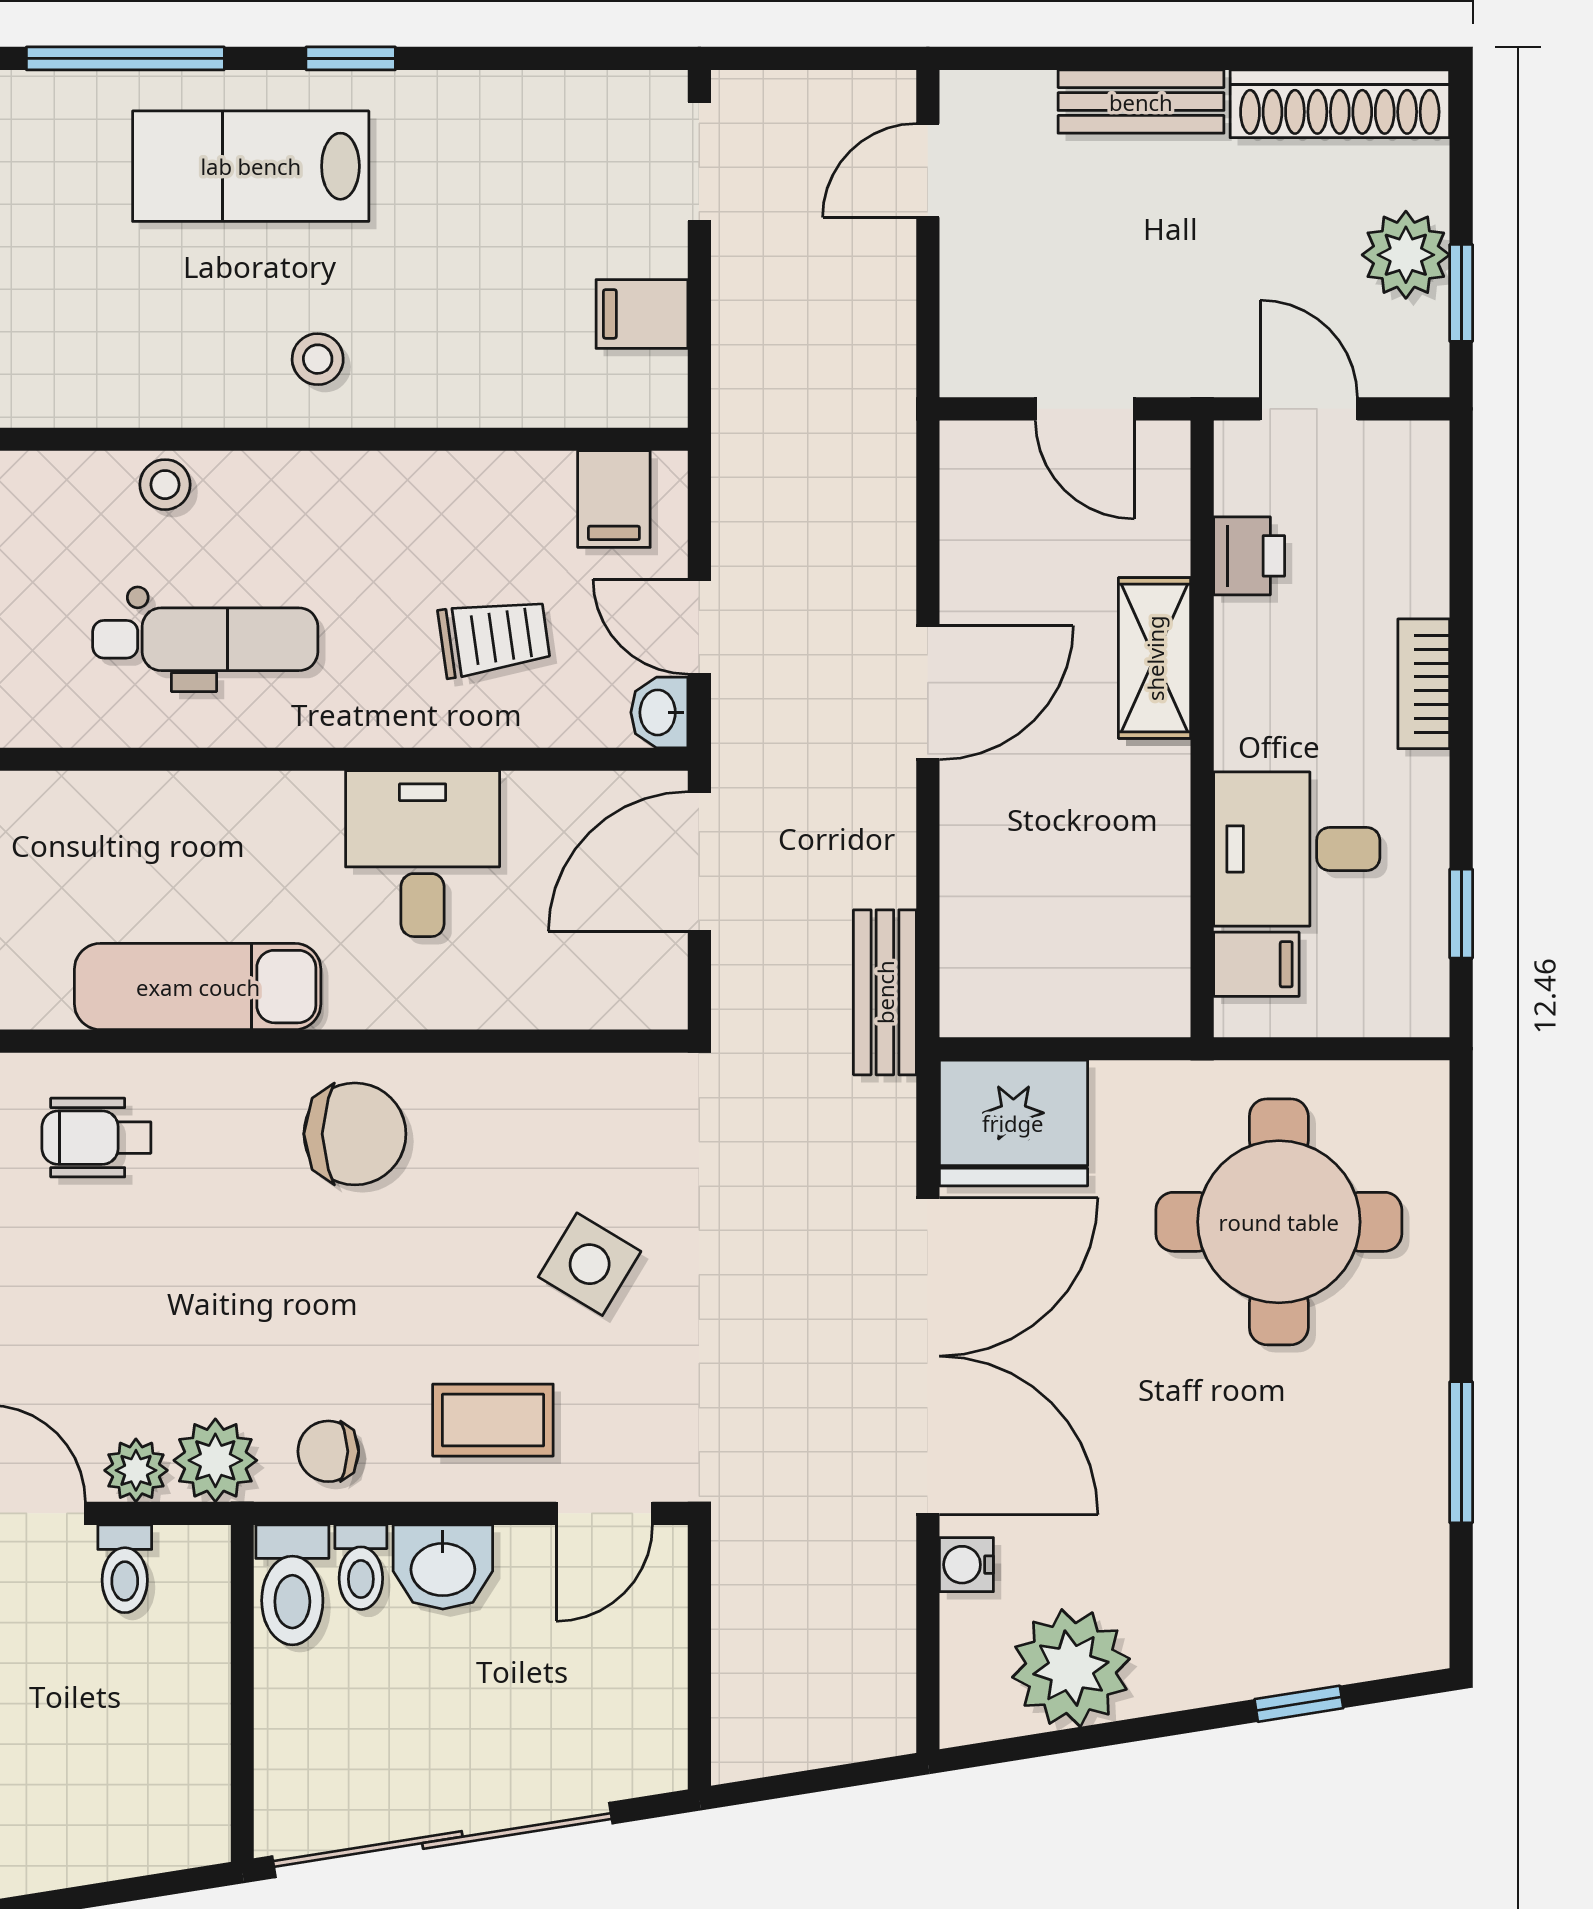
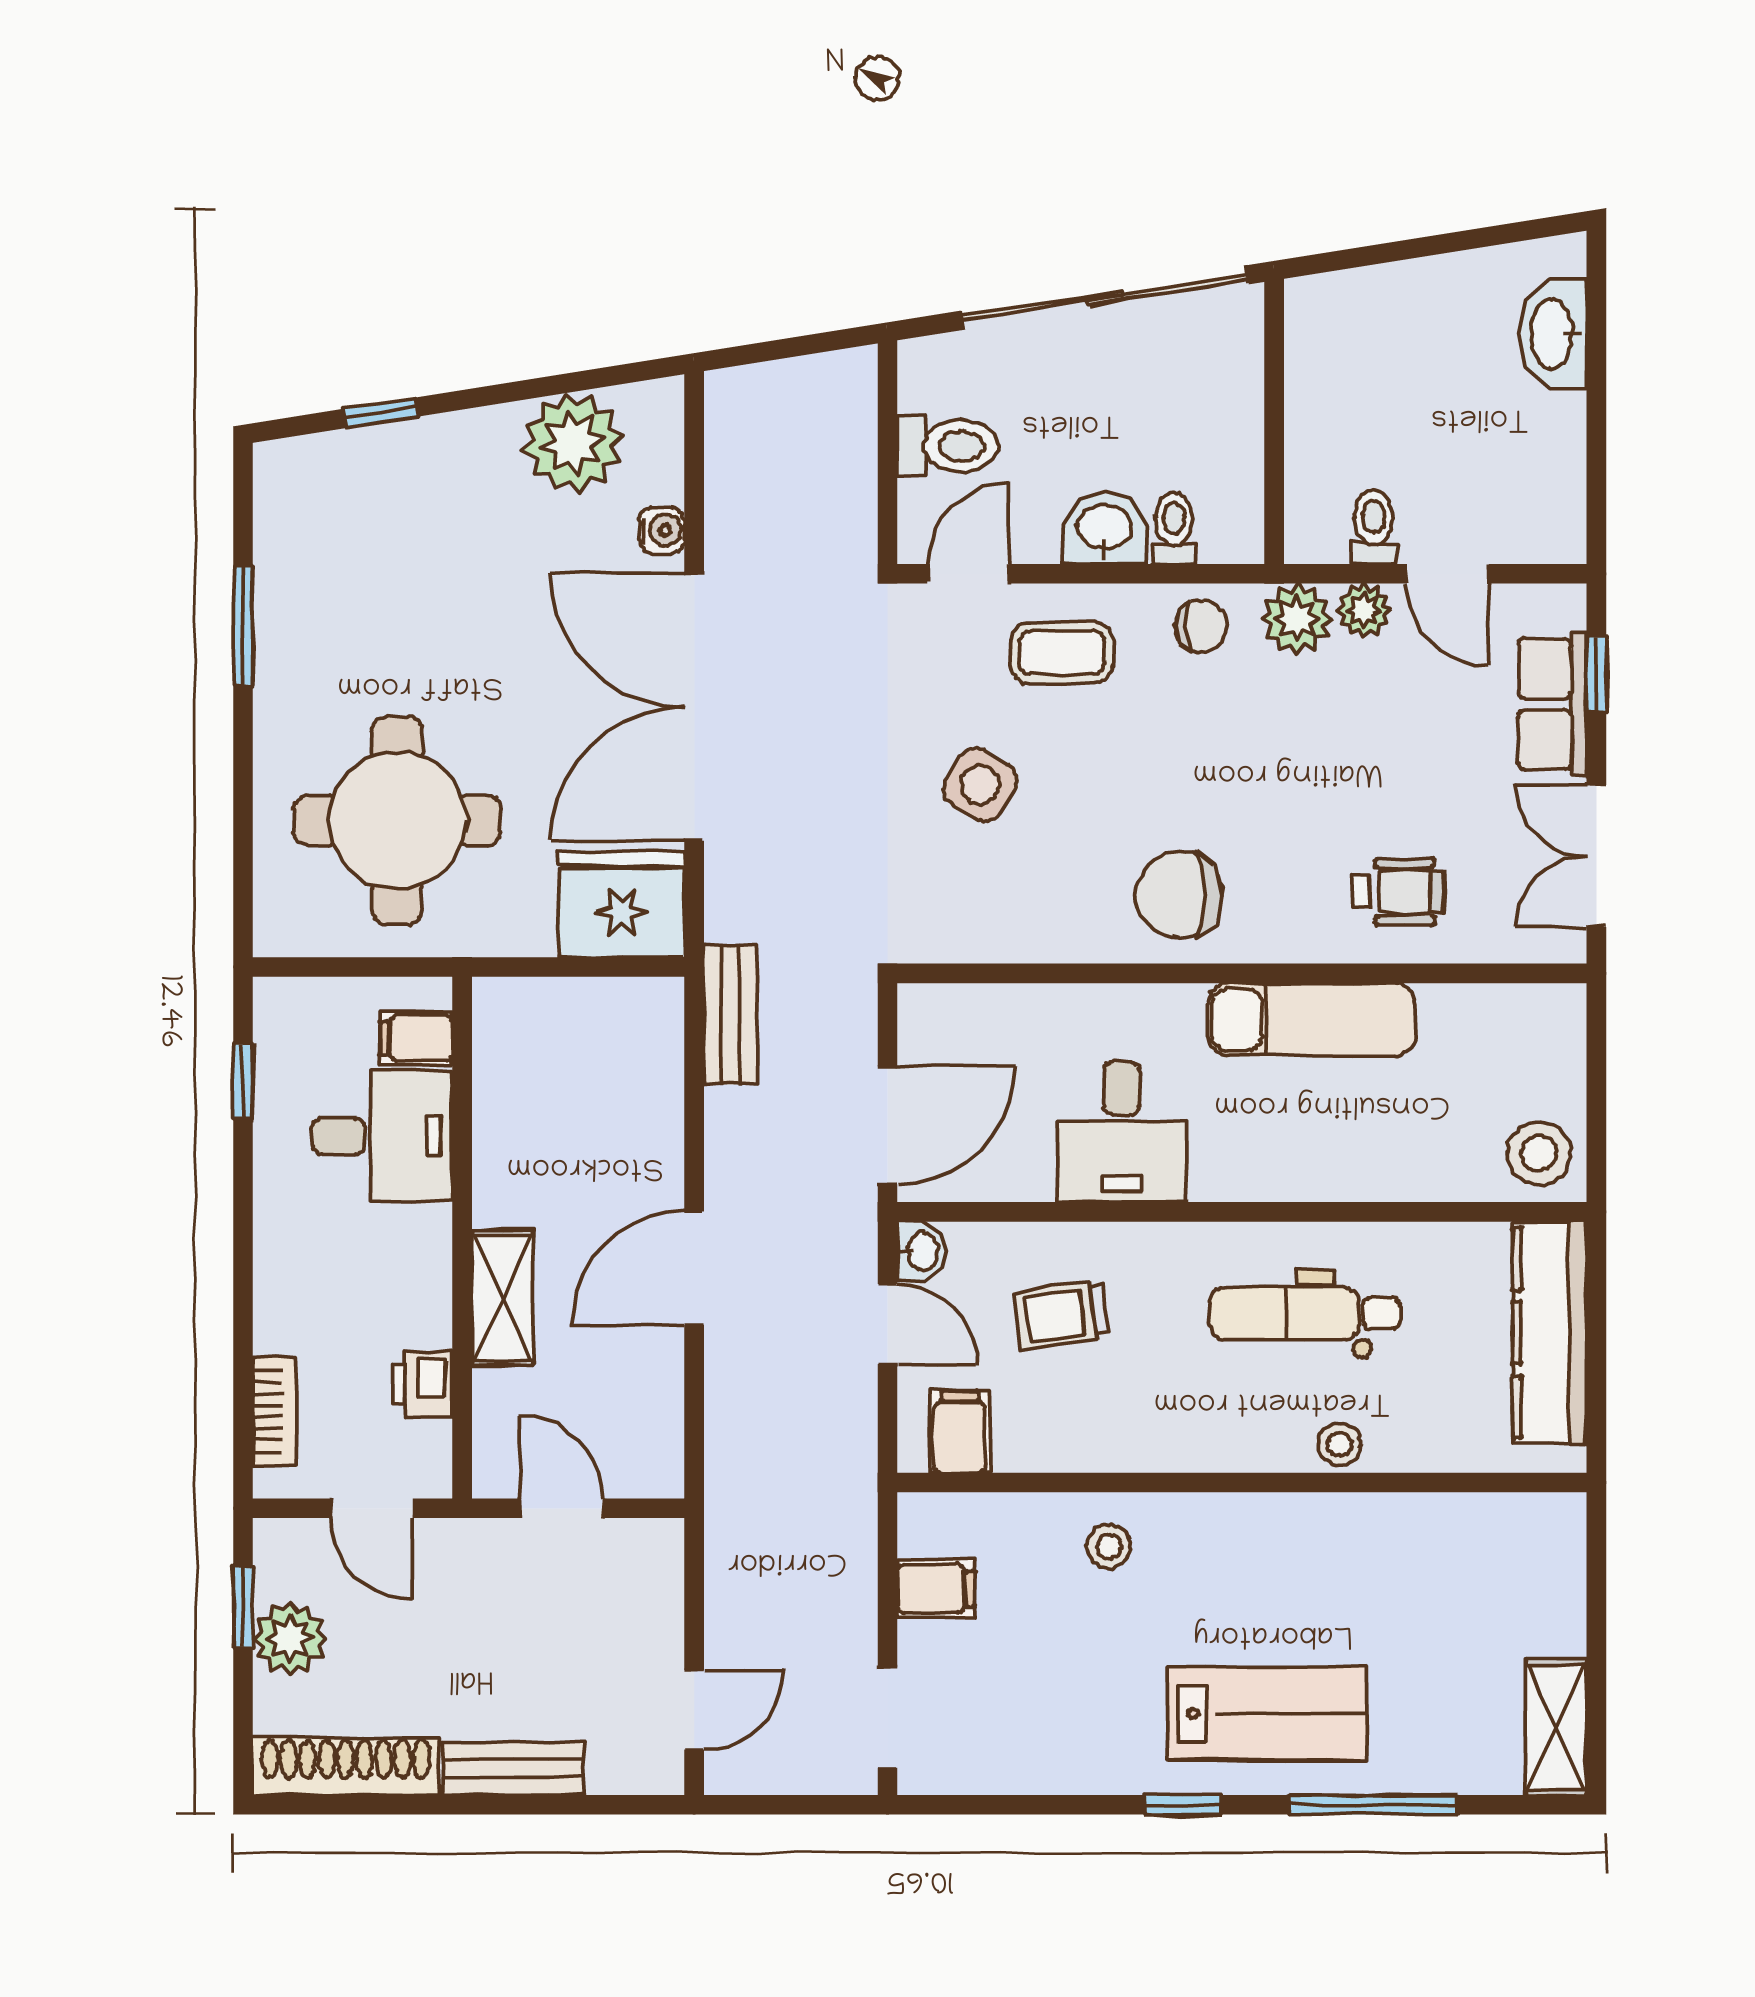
stool: (318, 359) -> (1109, 1546), moved
bookcase: (1424, 684) -> (275, 1411), moved
toilet: (292, 1585) -> (948, 446), moved, turned 90

